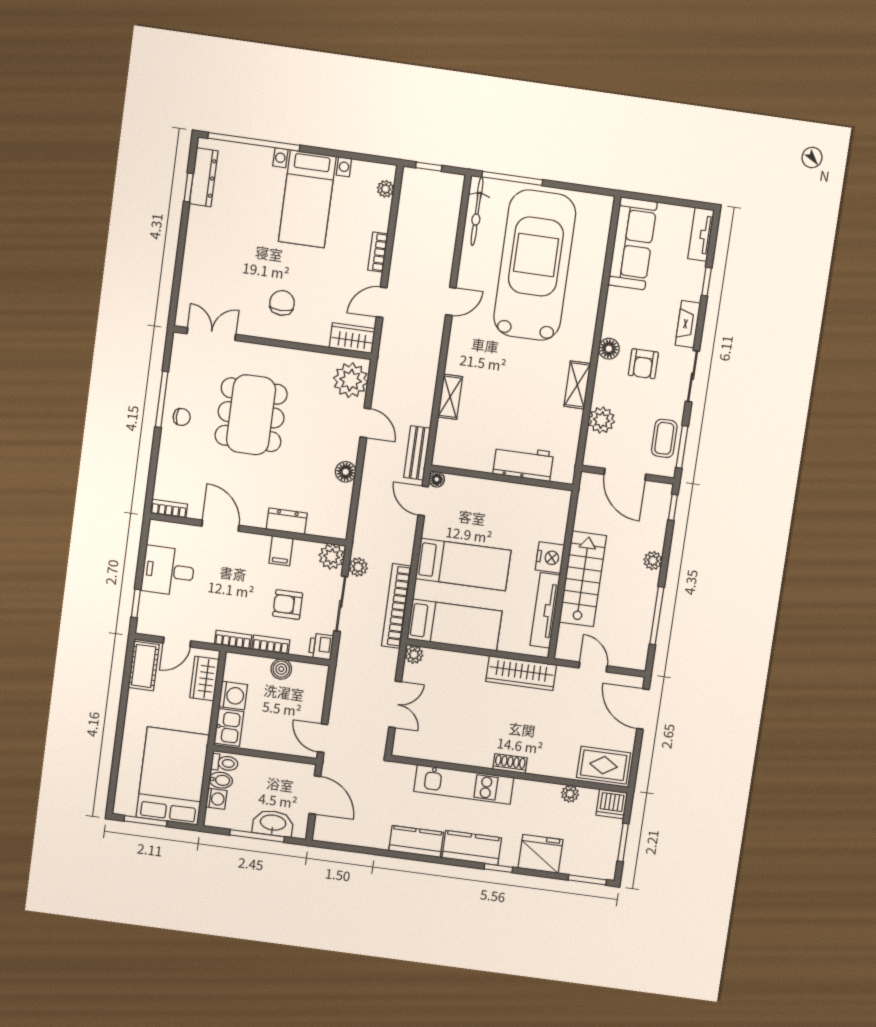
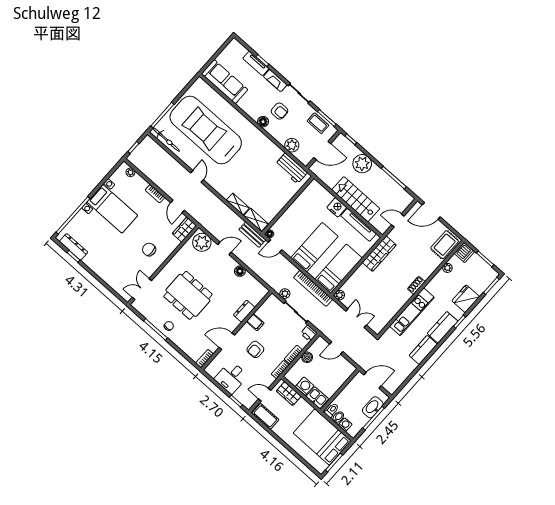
tv unit: (701, 234) -> (256, 63), moved
shelving: (577, 385) -> (256, 220), moved
workbench: (523, 463) -> (291, 168), moved, turned -90
plant: (332, 557) -> (273, 302), removed
plant: (653, 561) -> (362, 164), width x1.88, depth x1.88
armchair: (288, 605) -> (255, 349), moved
door: (177, 642) -> (265, 395), swing flipped
door: (323, 738) -> (336, 348), moved

